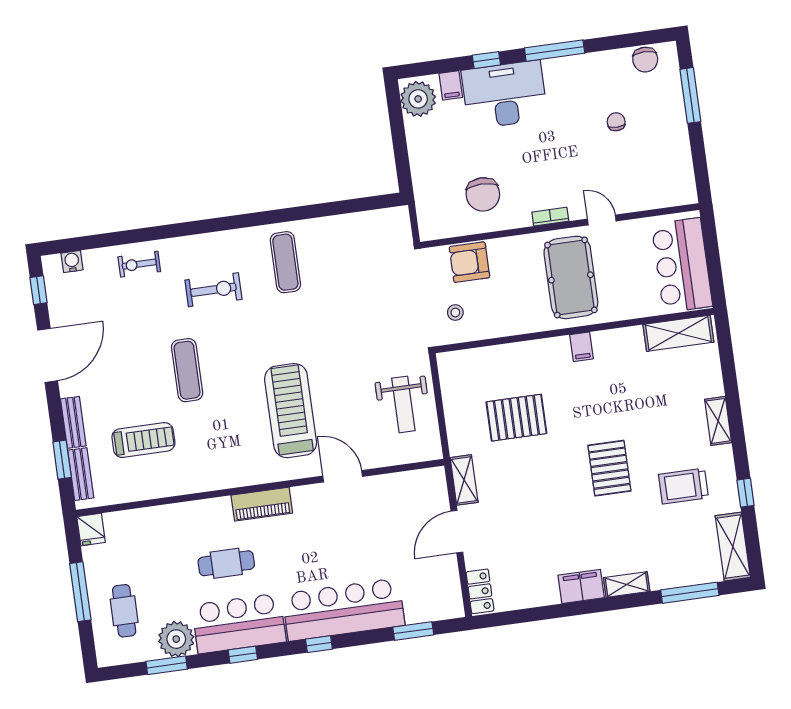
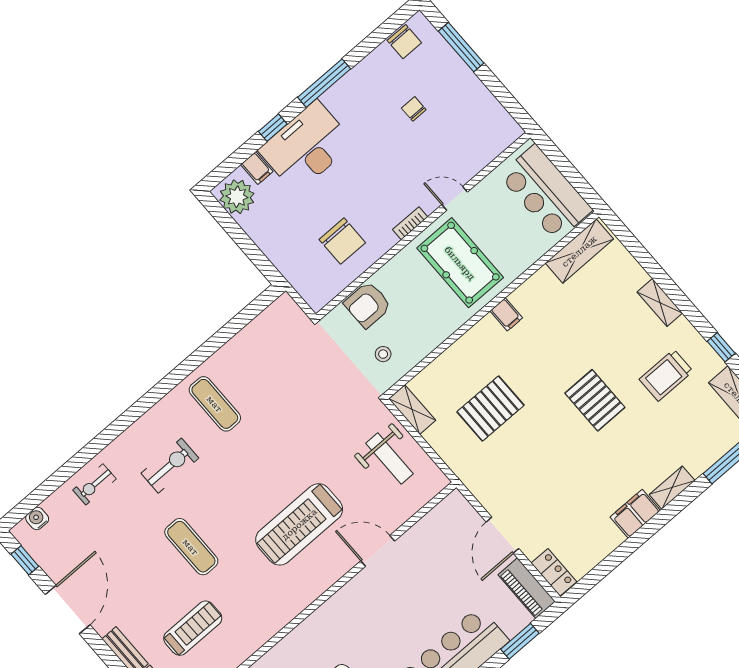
treadmill: (291, 411) -> (299, 524), turned -90
shelving: (464, 480) -> (412, 410), moved
piano: (262, 504) -> (527, 588), moved, turned 90

